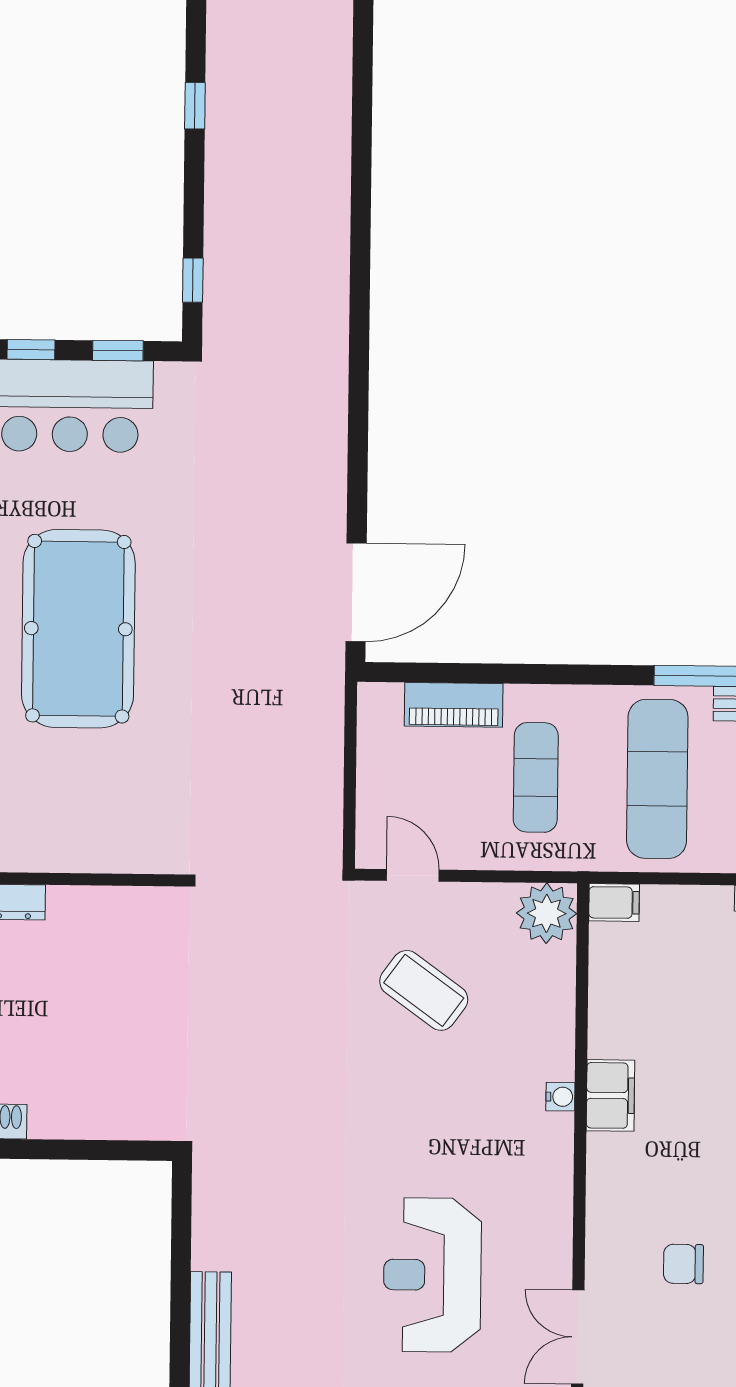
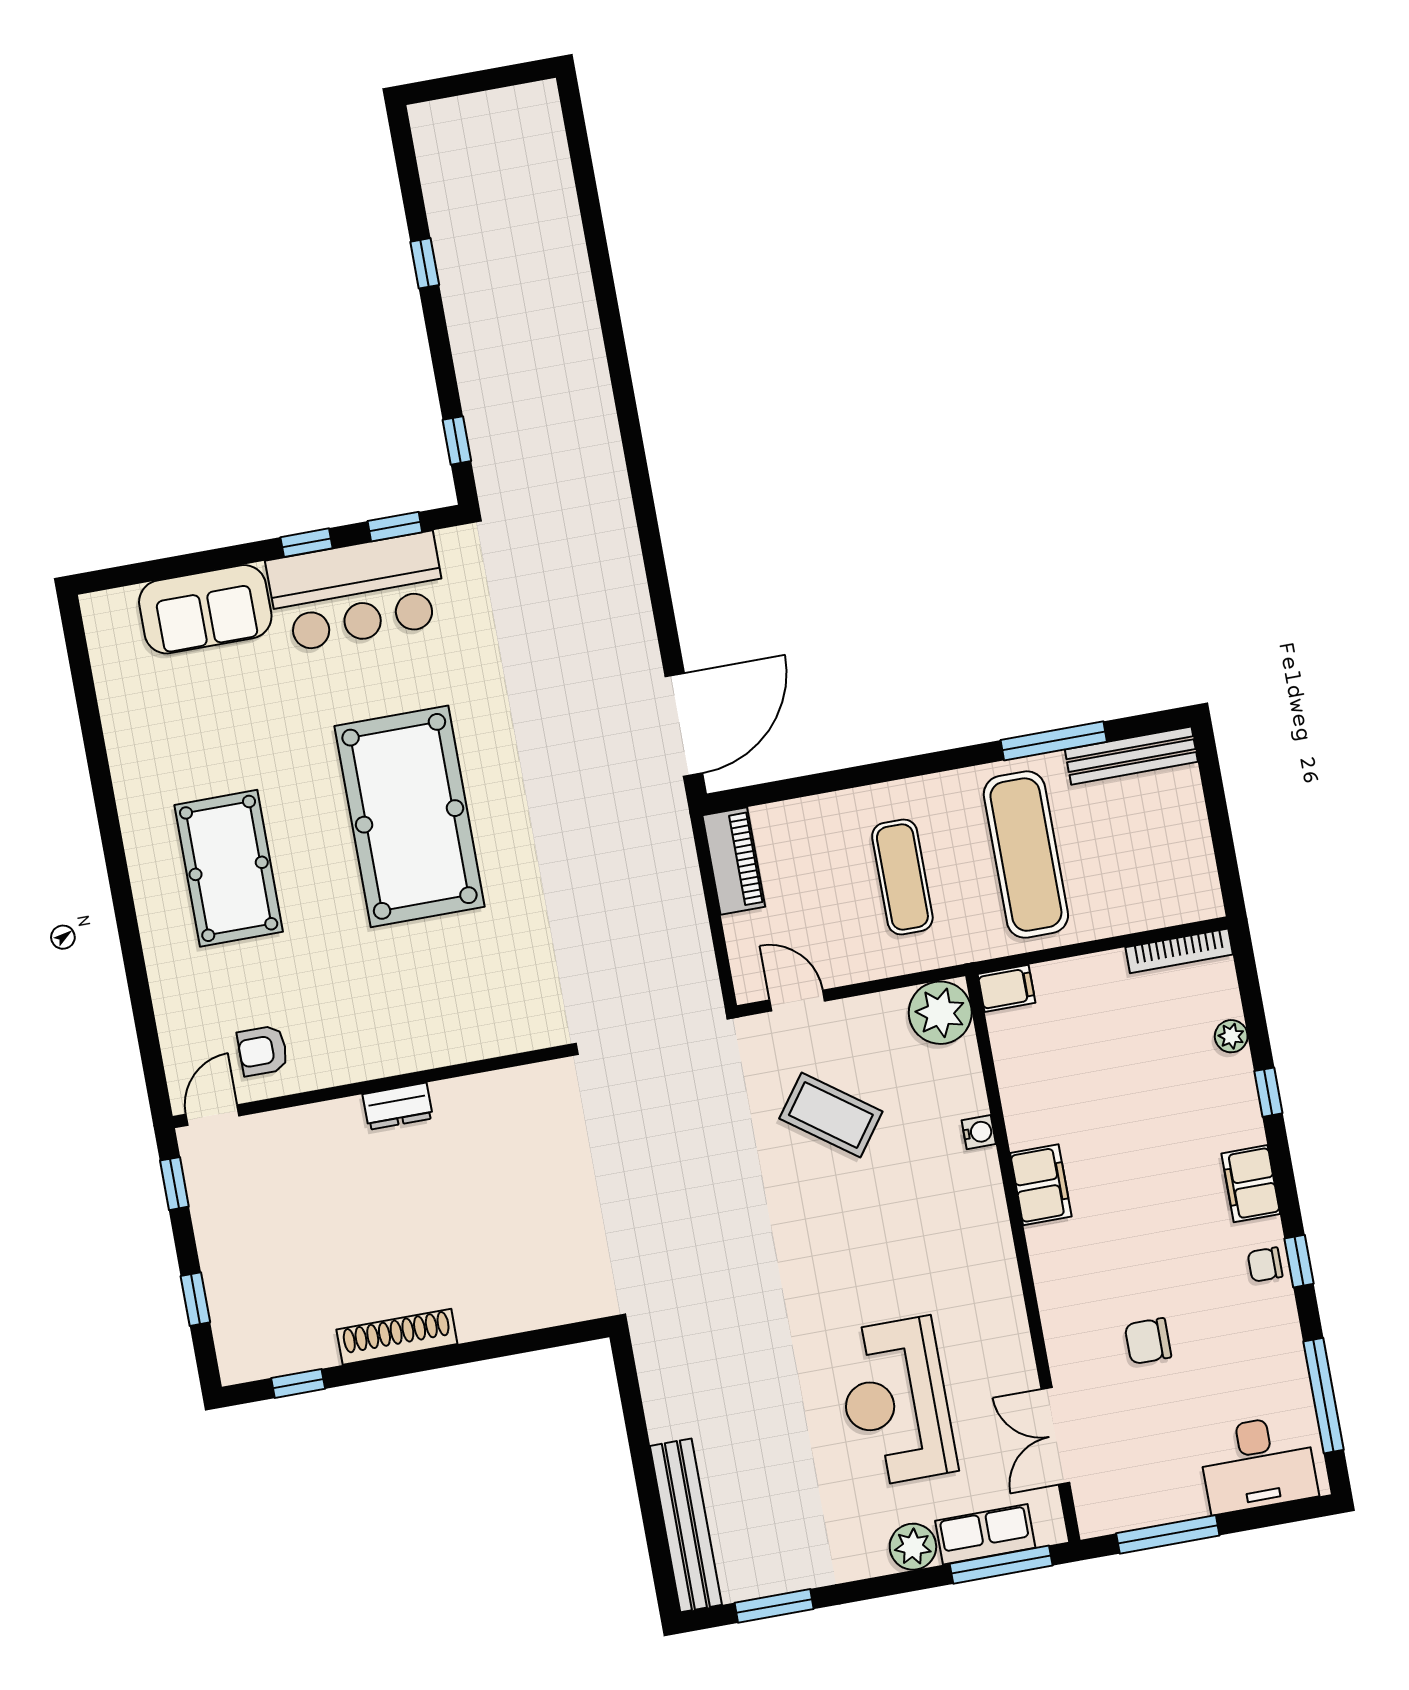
piano: (454, 705) -> (734, 861), moved, turned -90
water cooler: (560, 1097) -> (979, 1132), moved

